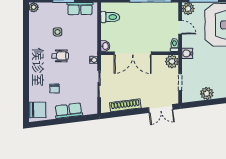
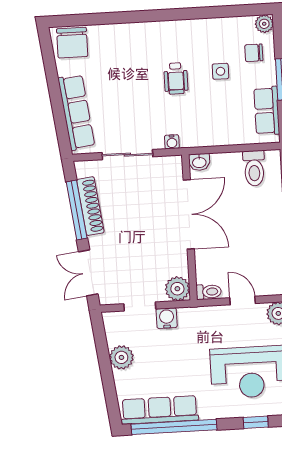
door: (180, 27) -> (243, 301), swing flipped
double door: (133, 53) -> (189, 214), swing flipped
water cooler: (187, 53) -> (167, 318), moved
chair: (54, 89) -> (254, 53), moved
row of seats: (69, 111) -> (76, 112), width x1.48
window: (127, 113) -> (77, 210), added

